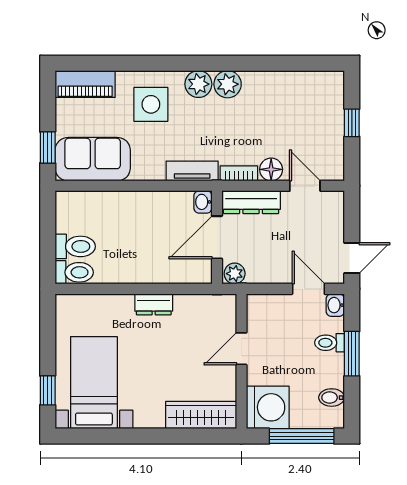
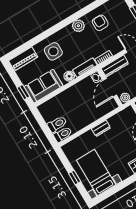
plant: (198, 84) -> (67, 32), removed
armchair: (272, 104) -> (100, 23), added
floor lamp: (271, 169) -> (69, 76), moved
window: (48, 390) -> (75, 178), moved

